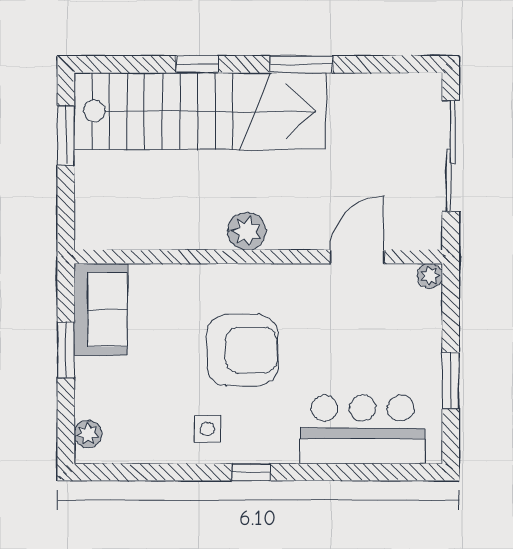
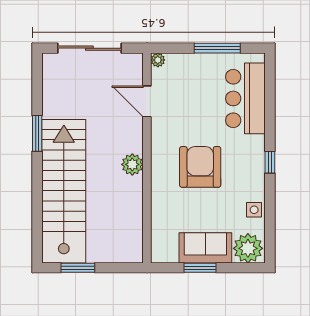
window: (197, 64) -> (37, 193), removed
sofa: (101, 309) -> (205, 248), moved
window: (451, 380) -> (217, 48), width x1.44
side table: (207, 429) -> (254, 210), moved
plant: (88, 434) -> (248, 248), width x1.87, depth x1.87

